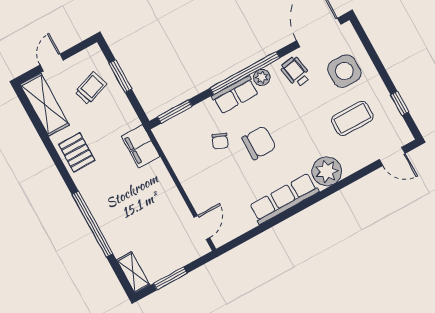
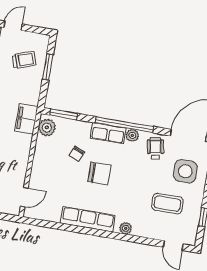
plant: (168, 139) -> (47, 128), added
plant: (327, 171) -> (126, 228), width x0.53, depth x0.53

